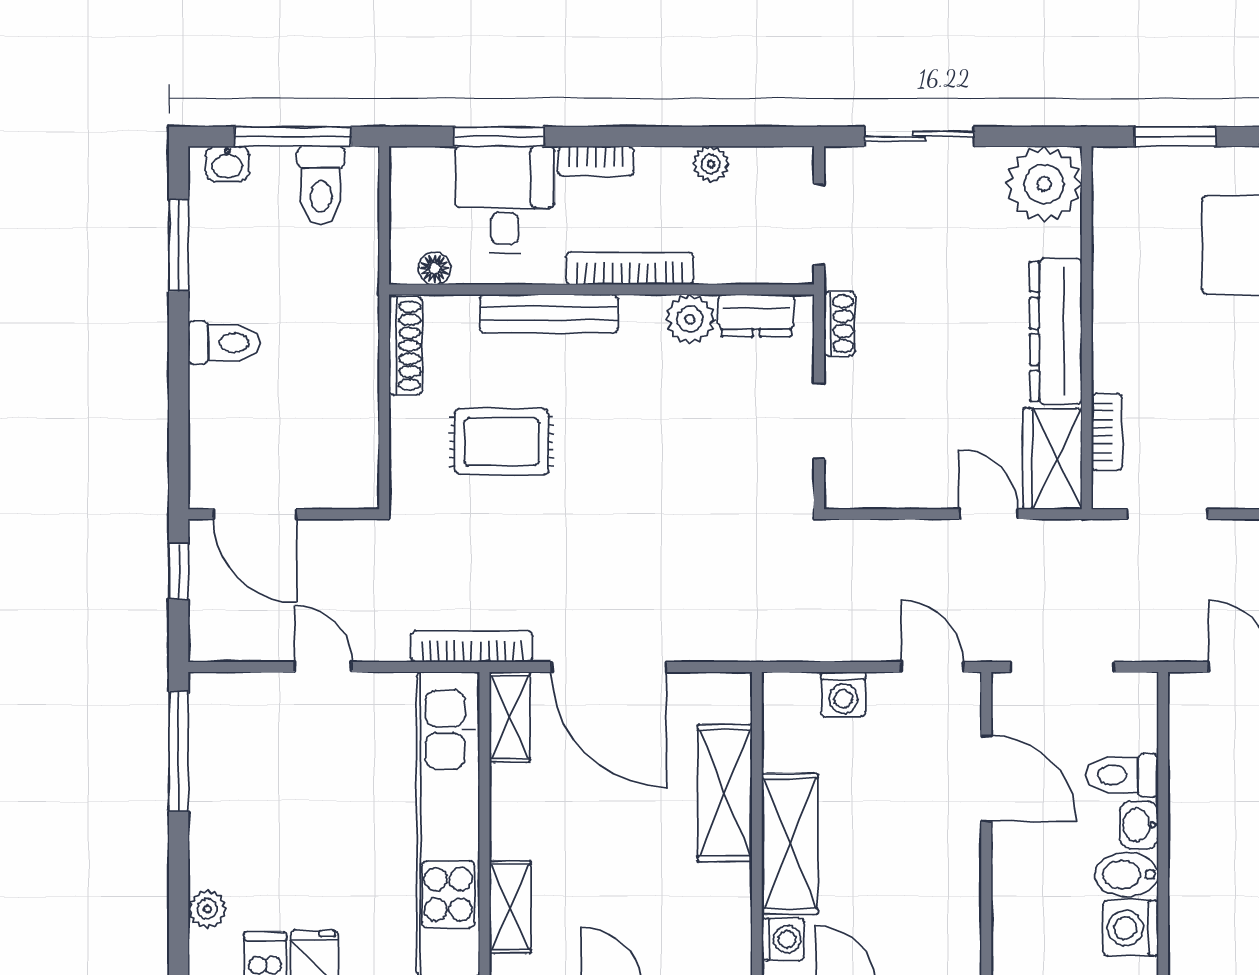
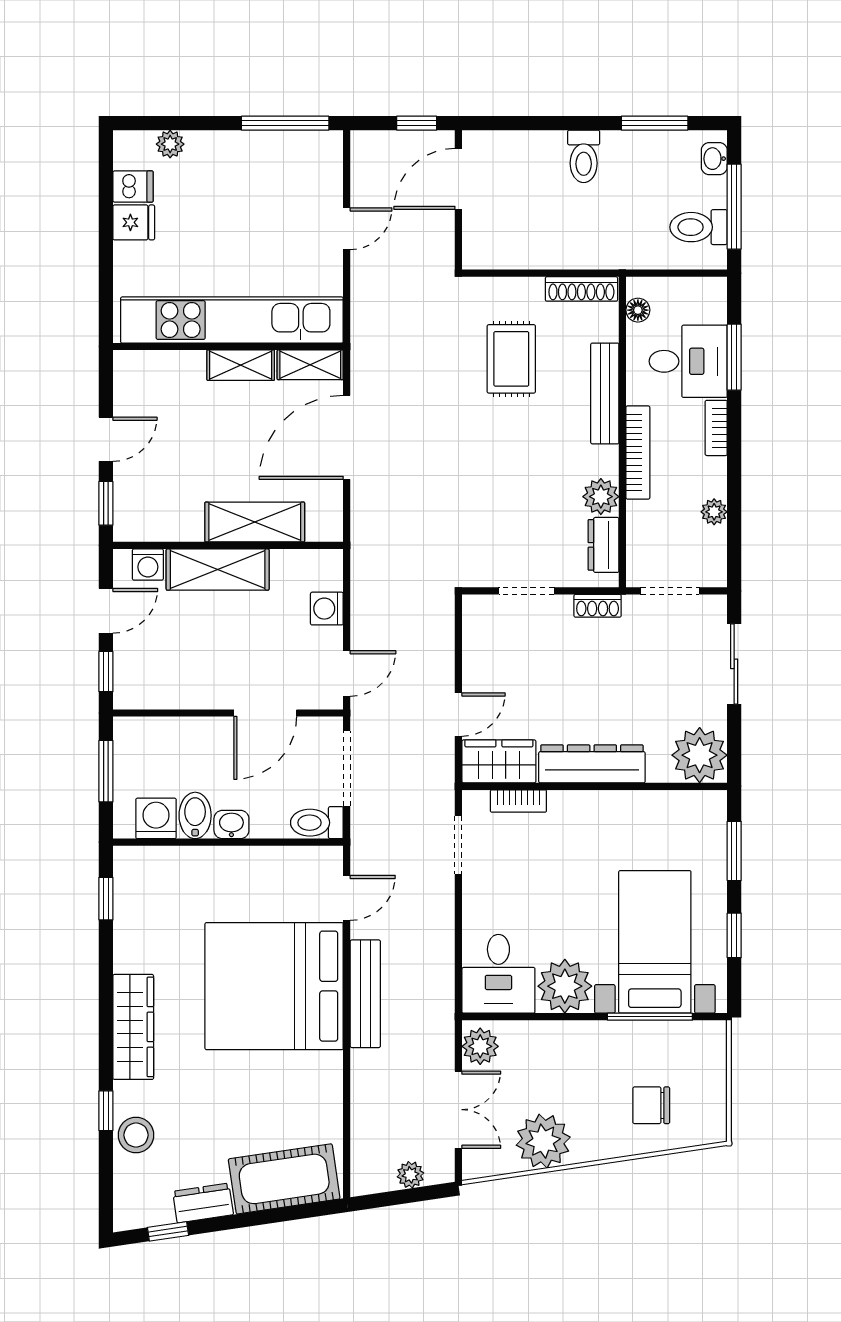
bookcase: (472, 647) -> (362, 337), removed
toilet: (1122, 775) -> (317, 823), moved, turned -90
shelving: (510, 907) -> (241, 365), moved

